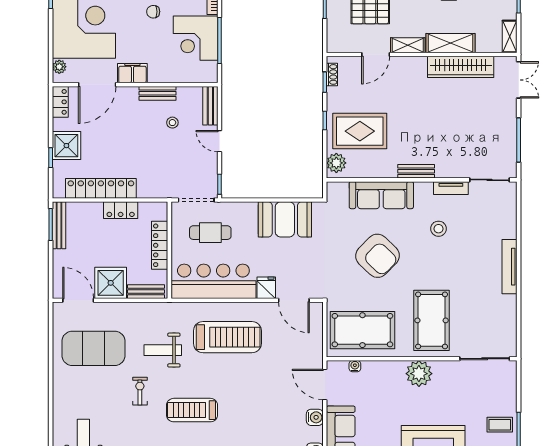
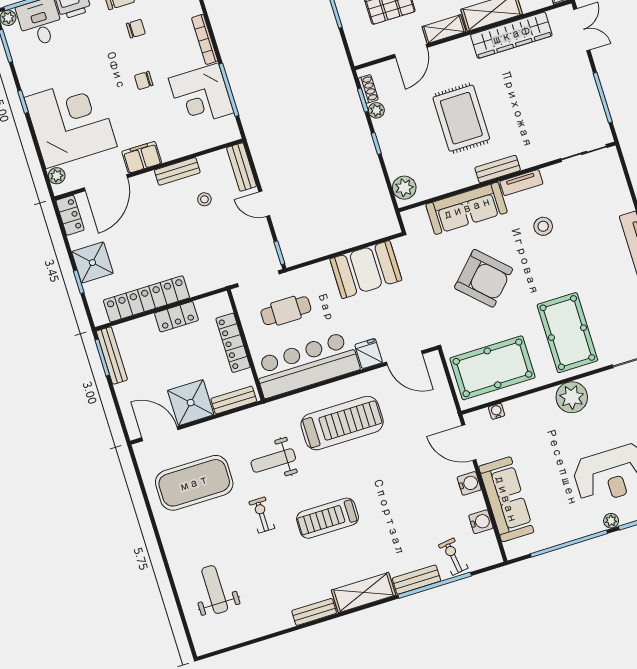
plant: (333, 94) -> (376, 110), added
rug: (360, 131) -> (461, 118), moved, turned 90
tv unit: (451, 188) -> (521, 183), moved

